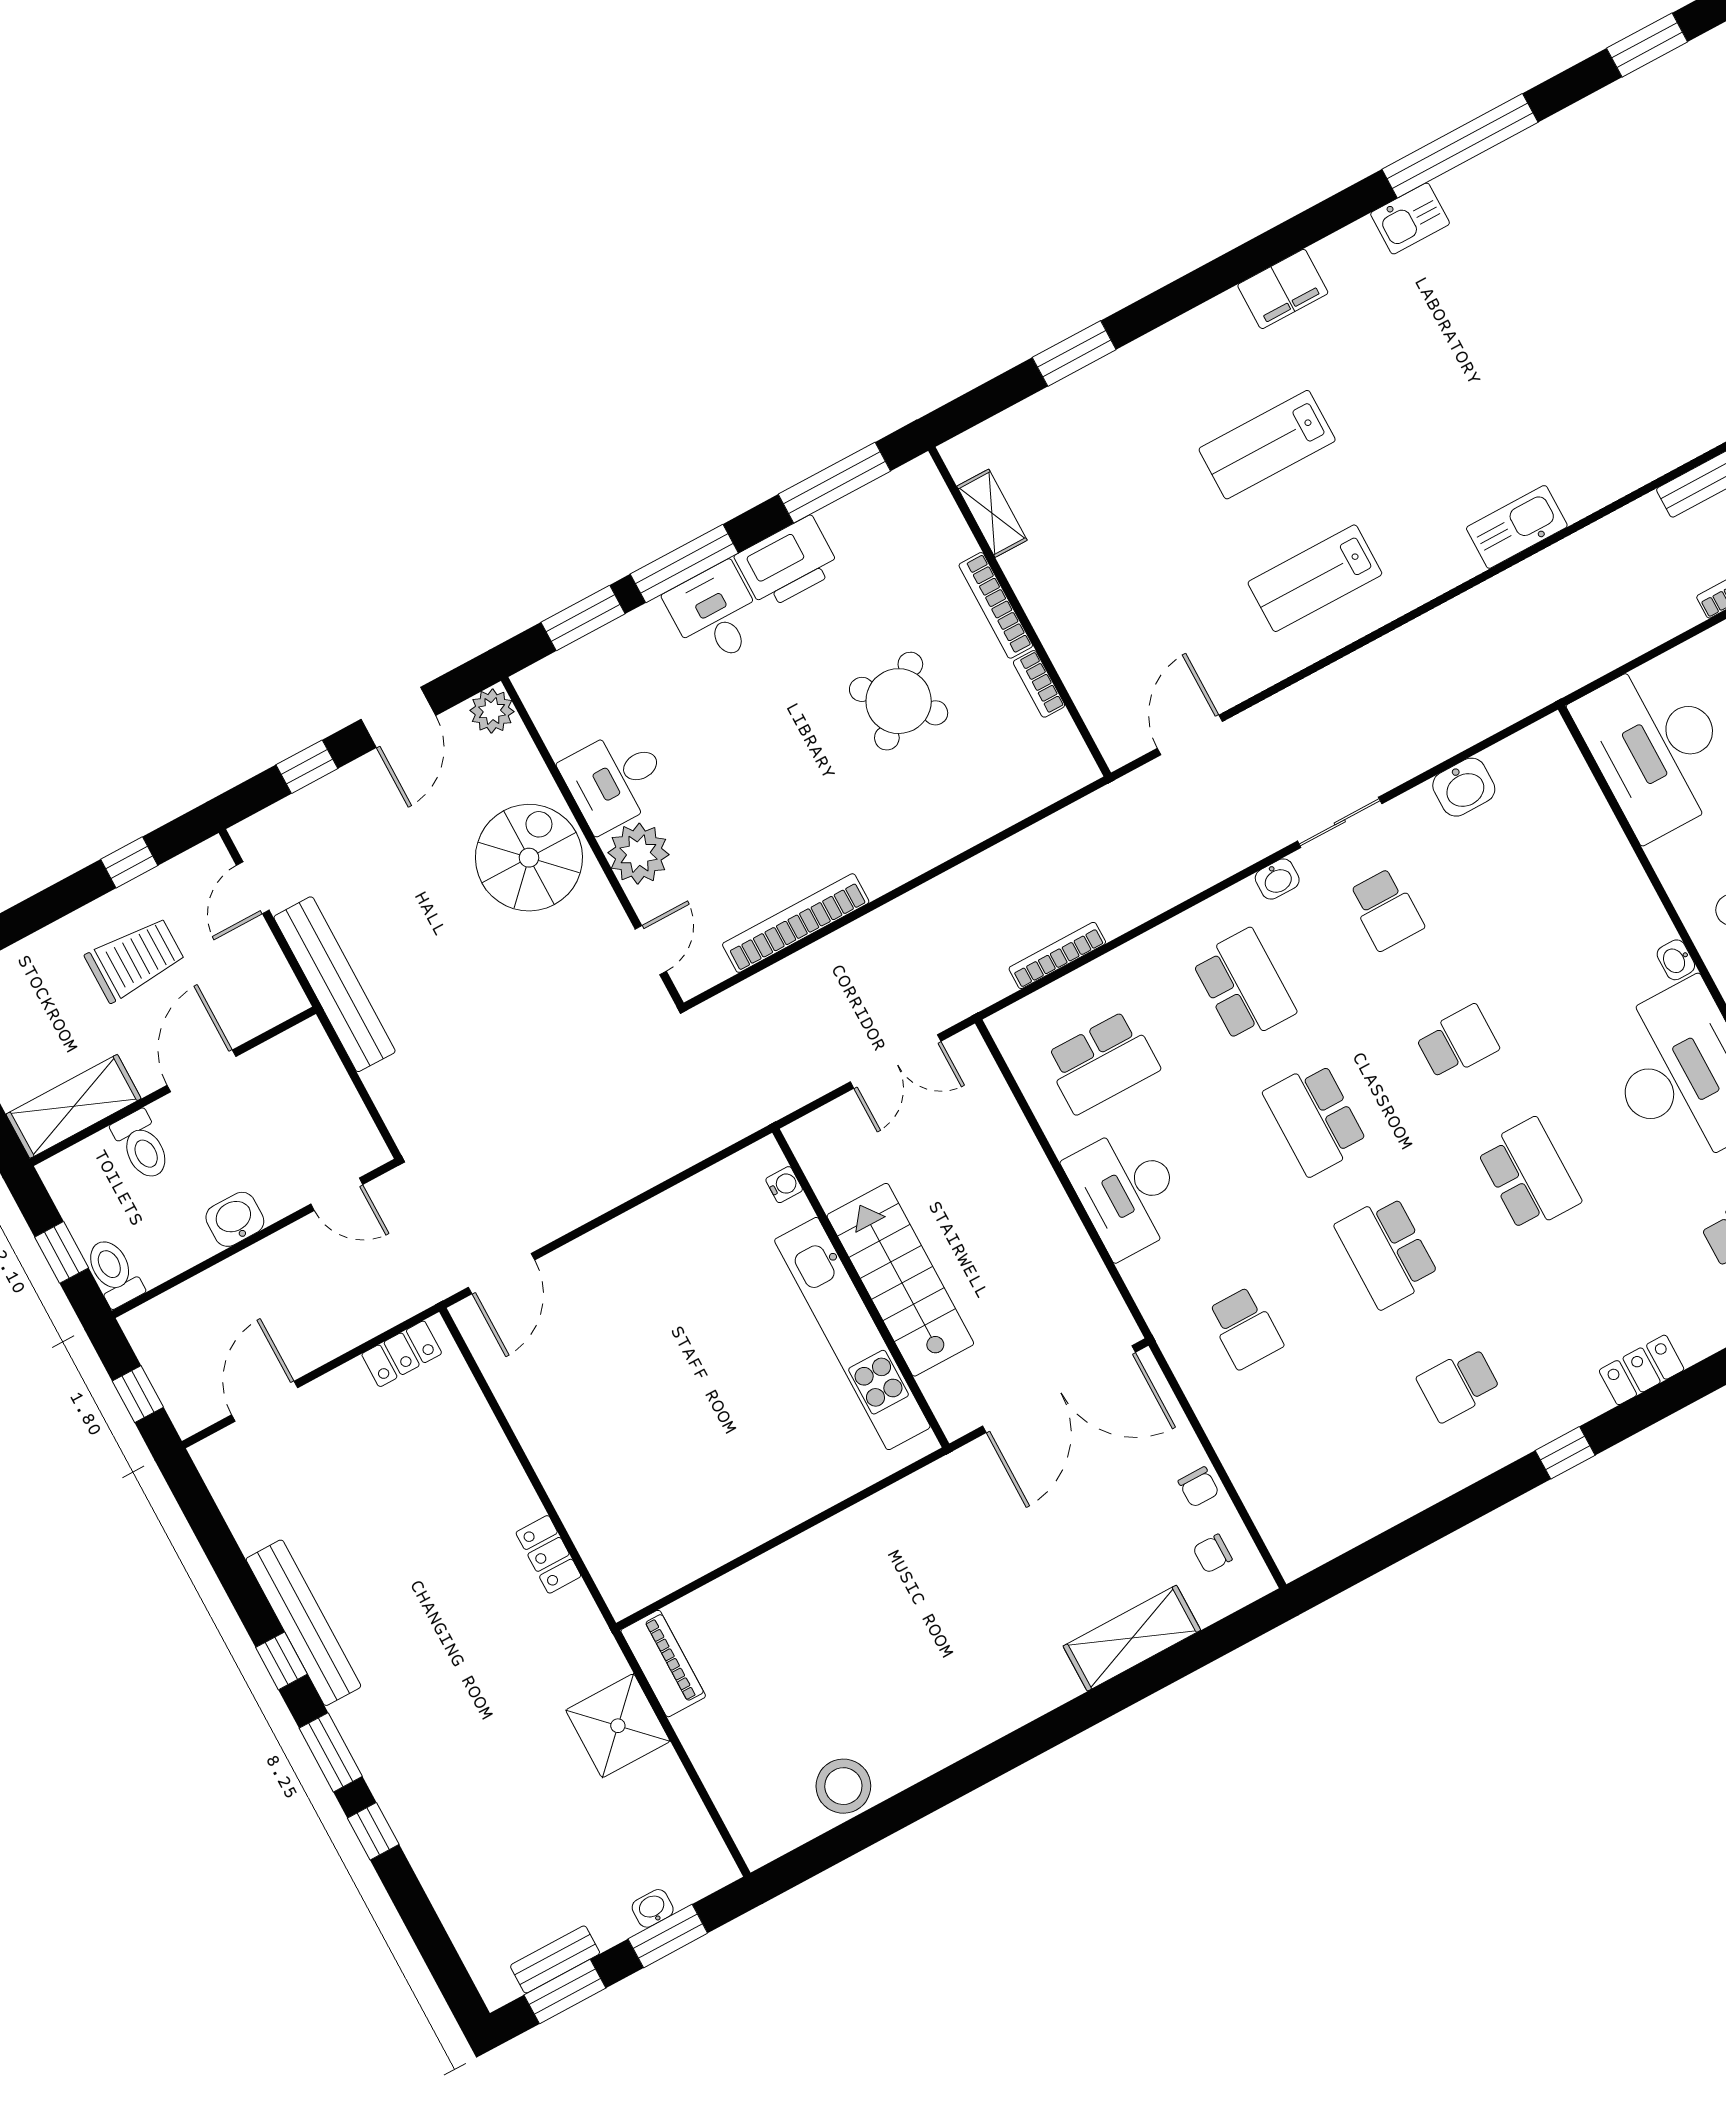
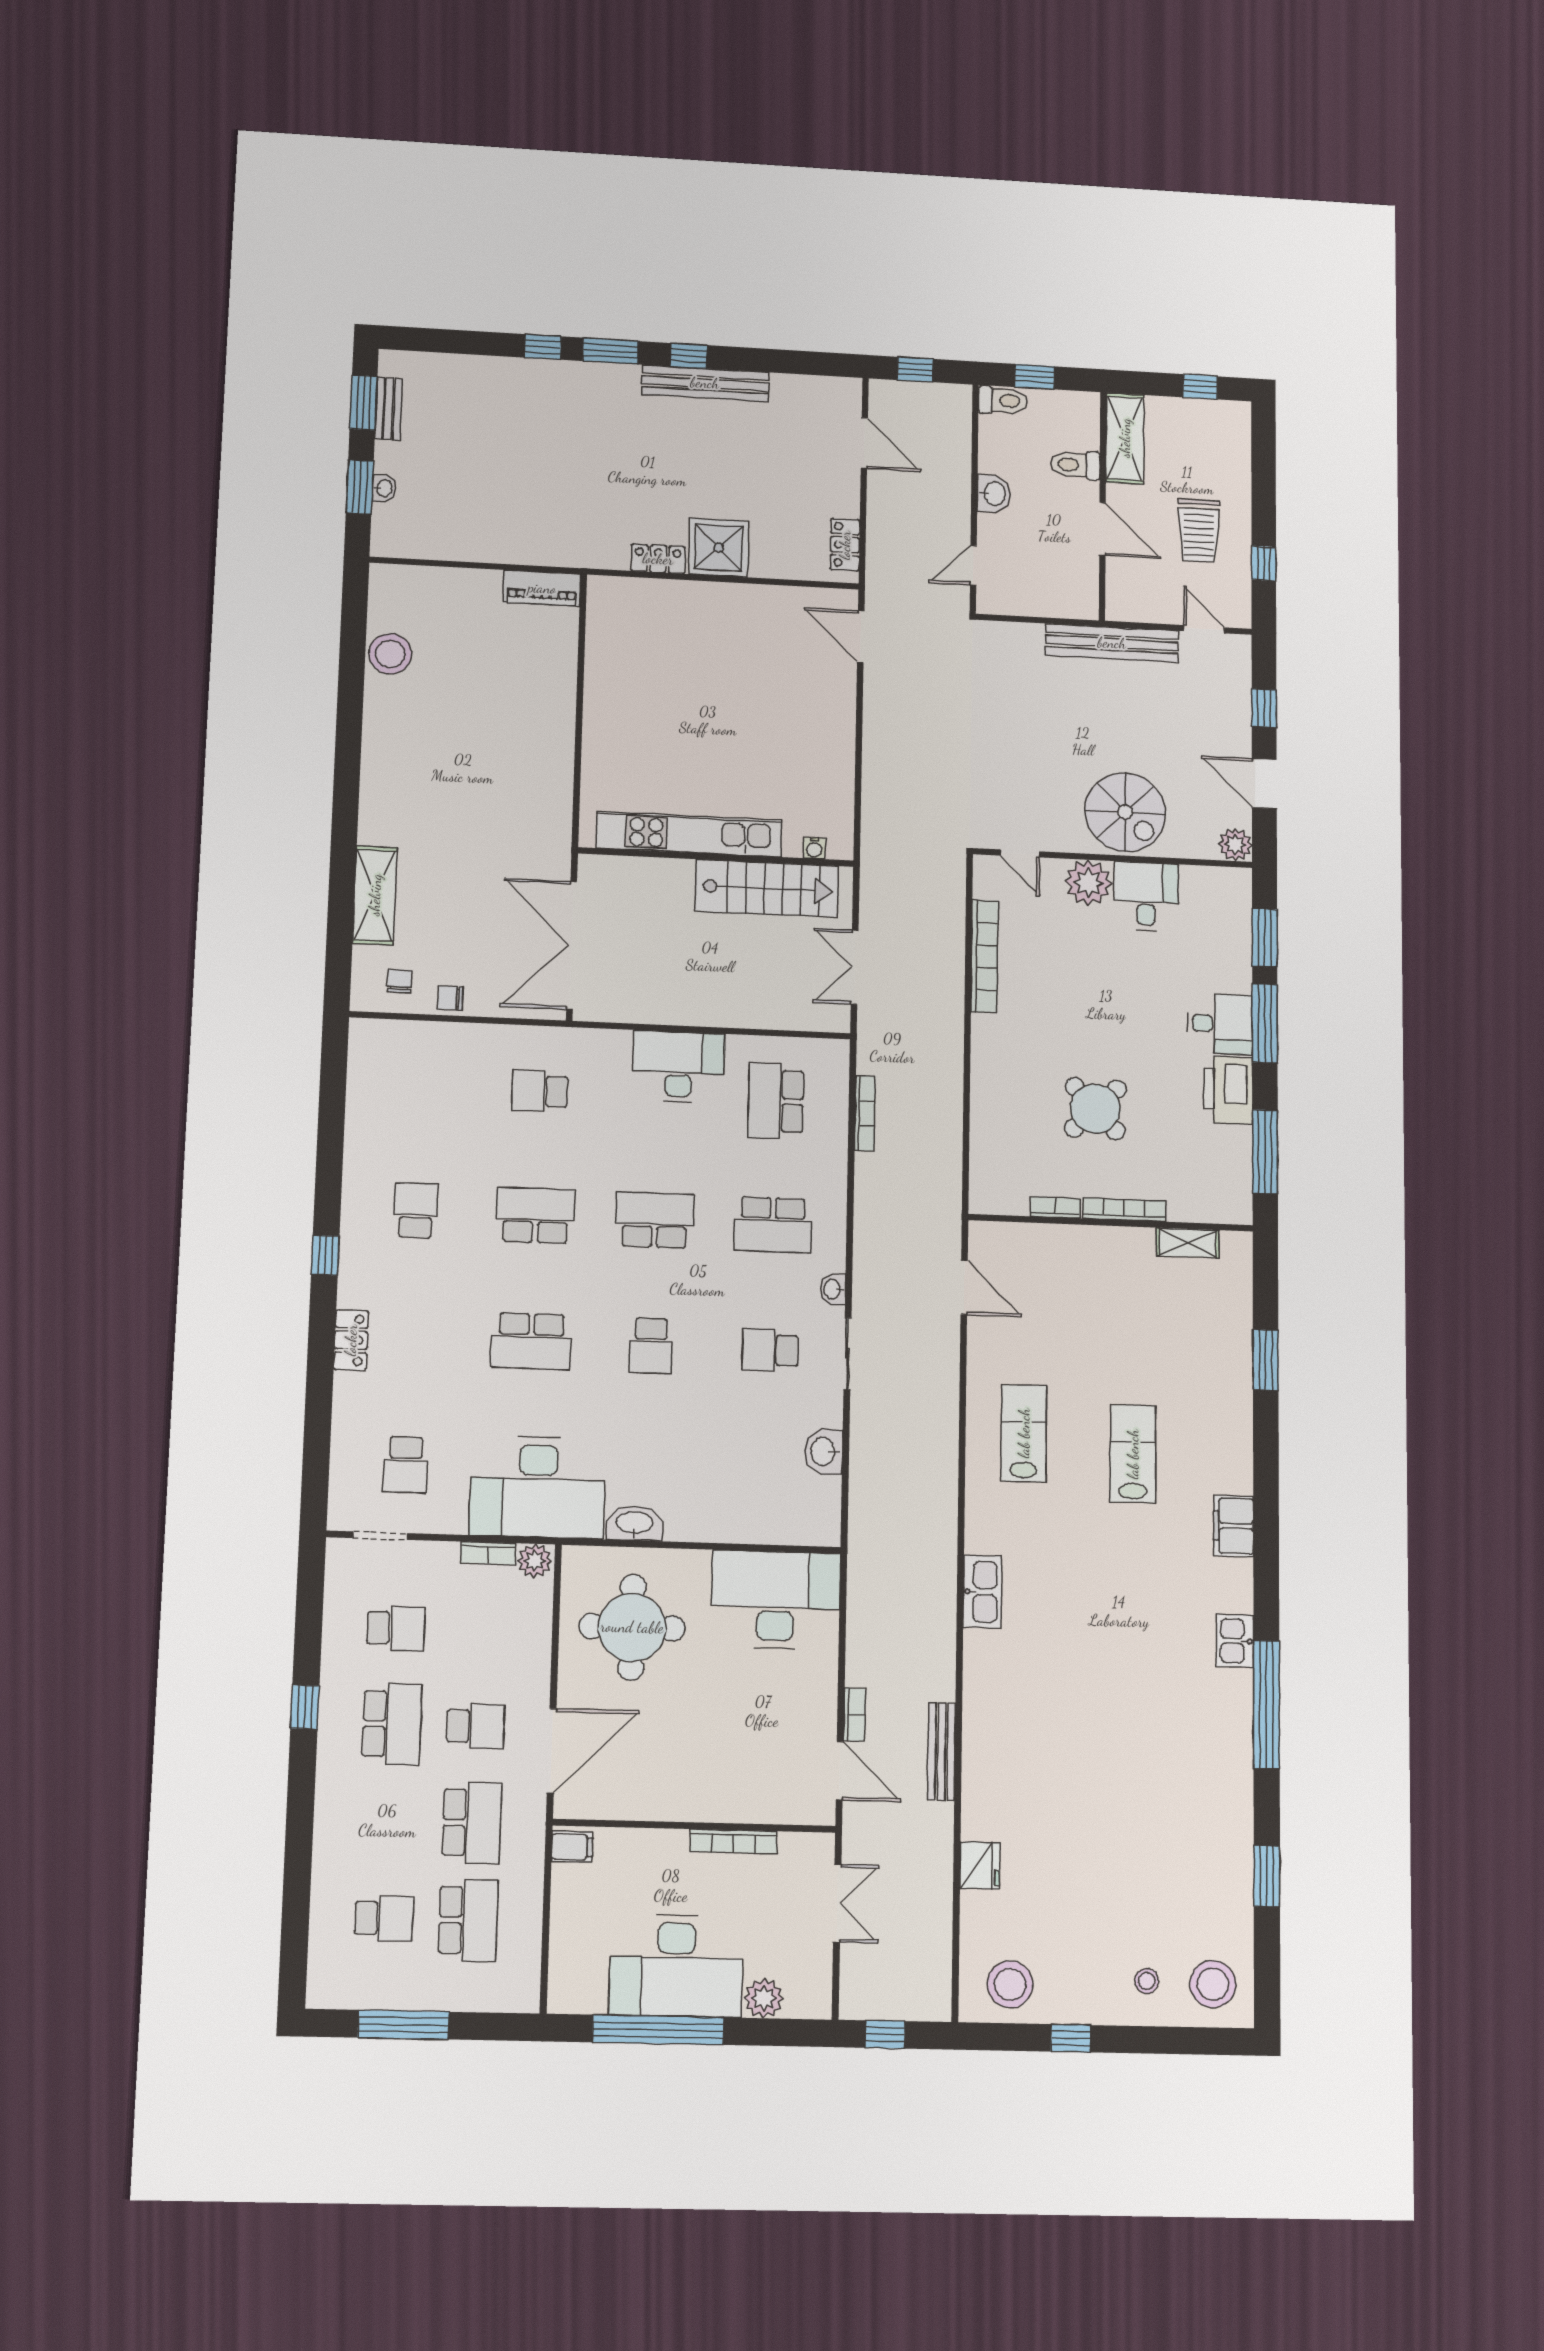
washbasin: (1676, 960) -> (634, 1523), width x1.91, depth x1.45
stairs: (900, 1280) -> (767, 889), moved
shower: (618, 1726) -> (719, 548), moved

